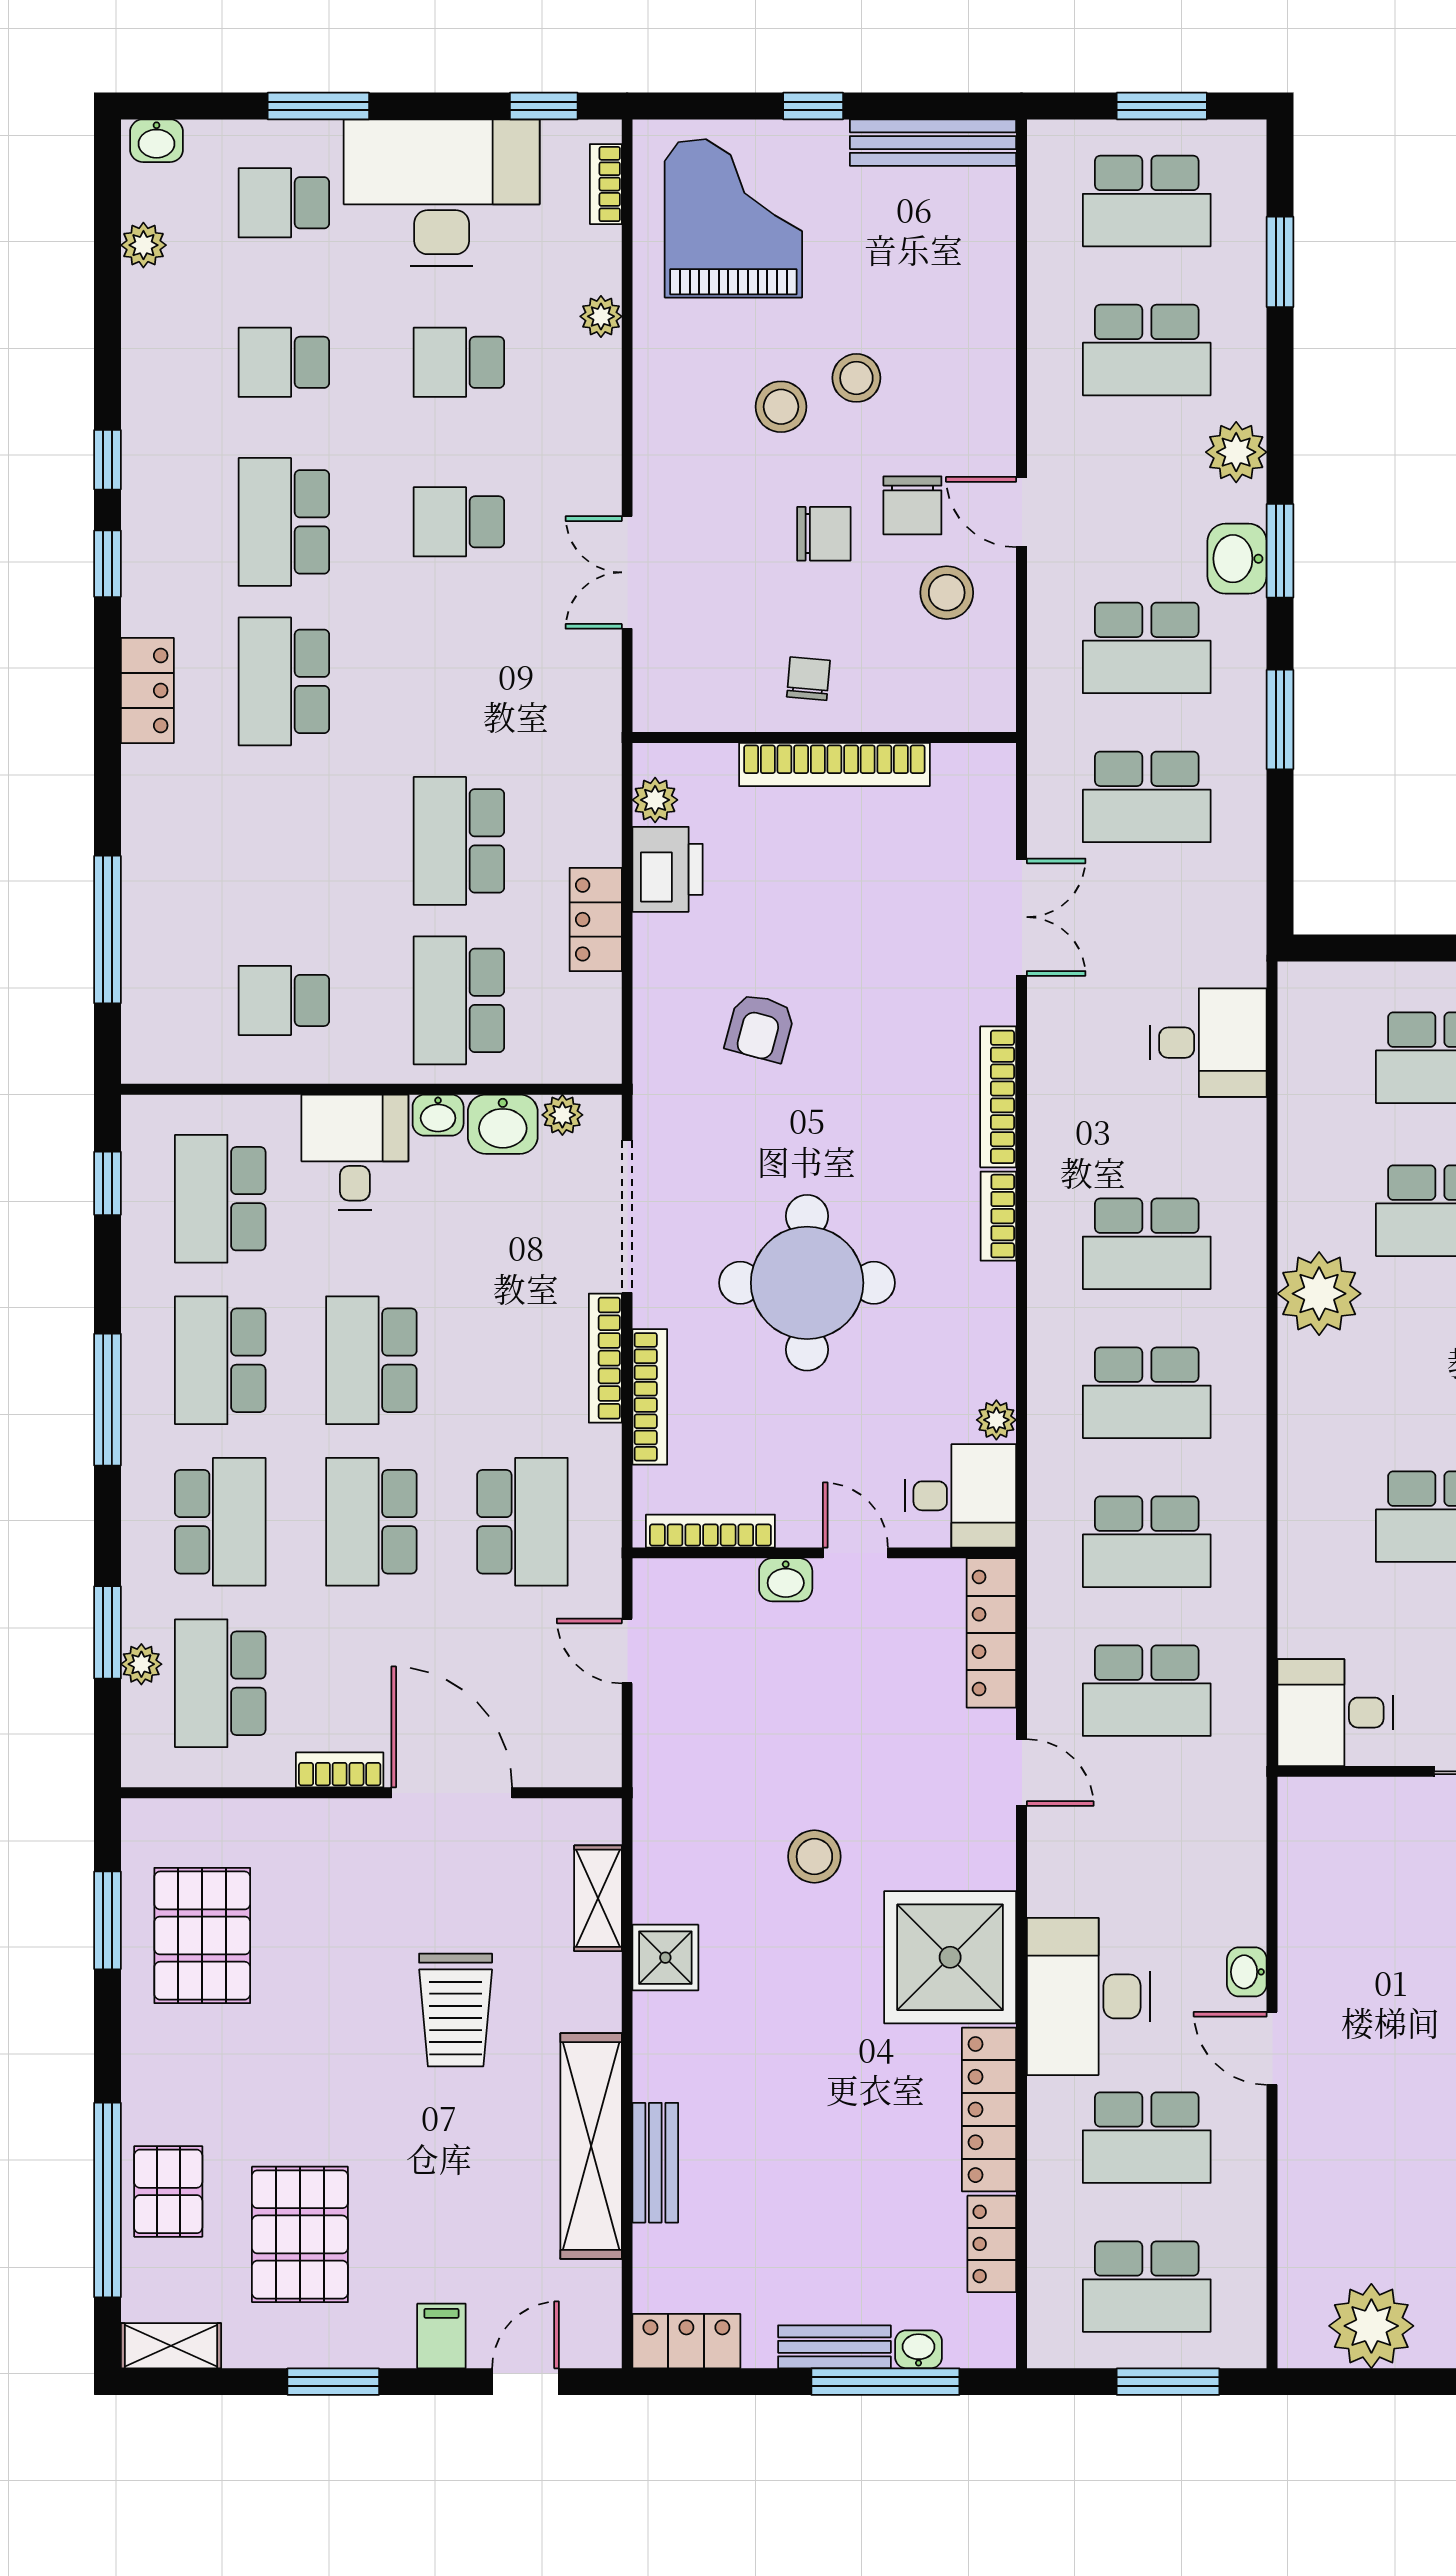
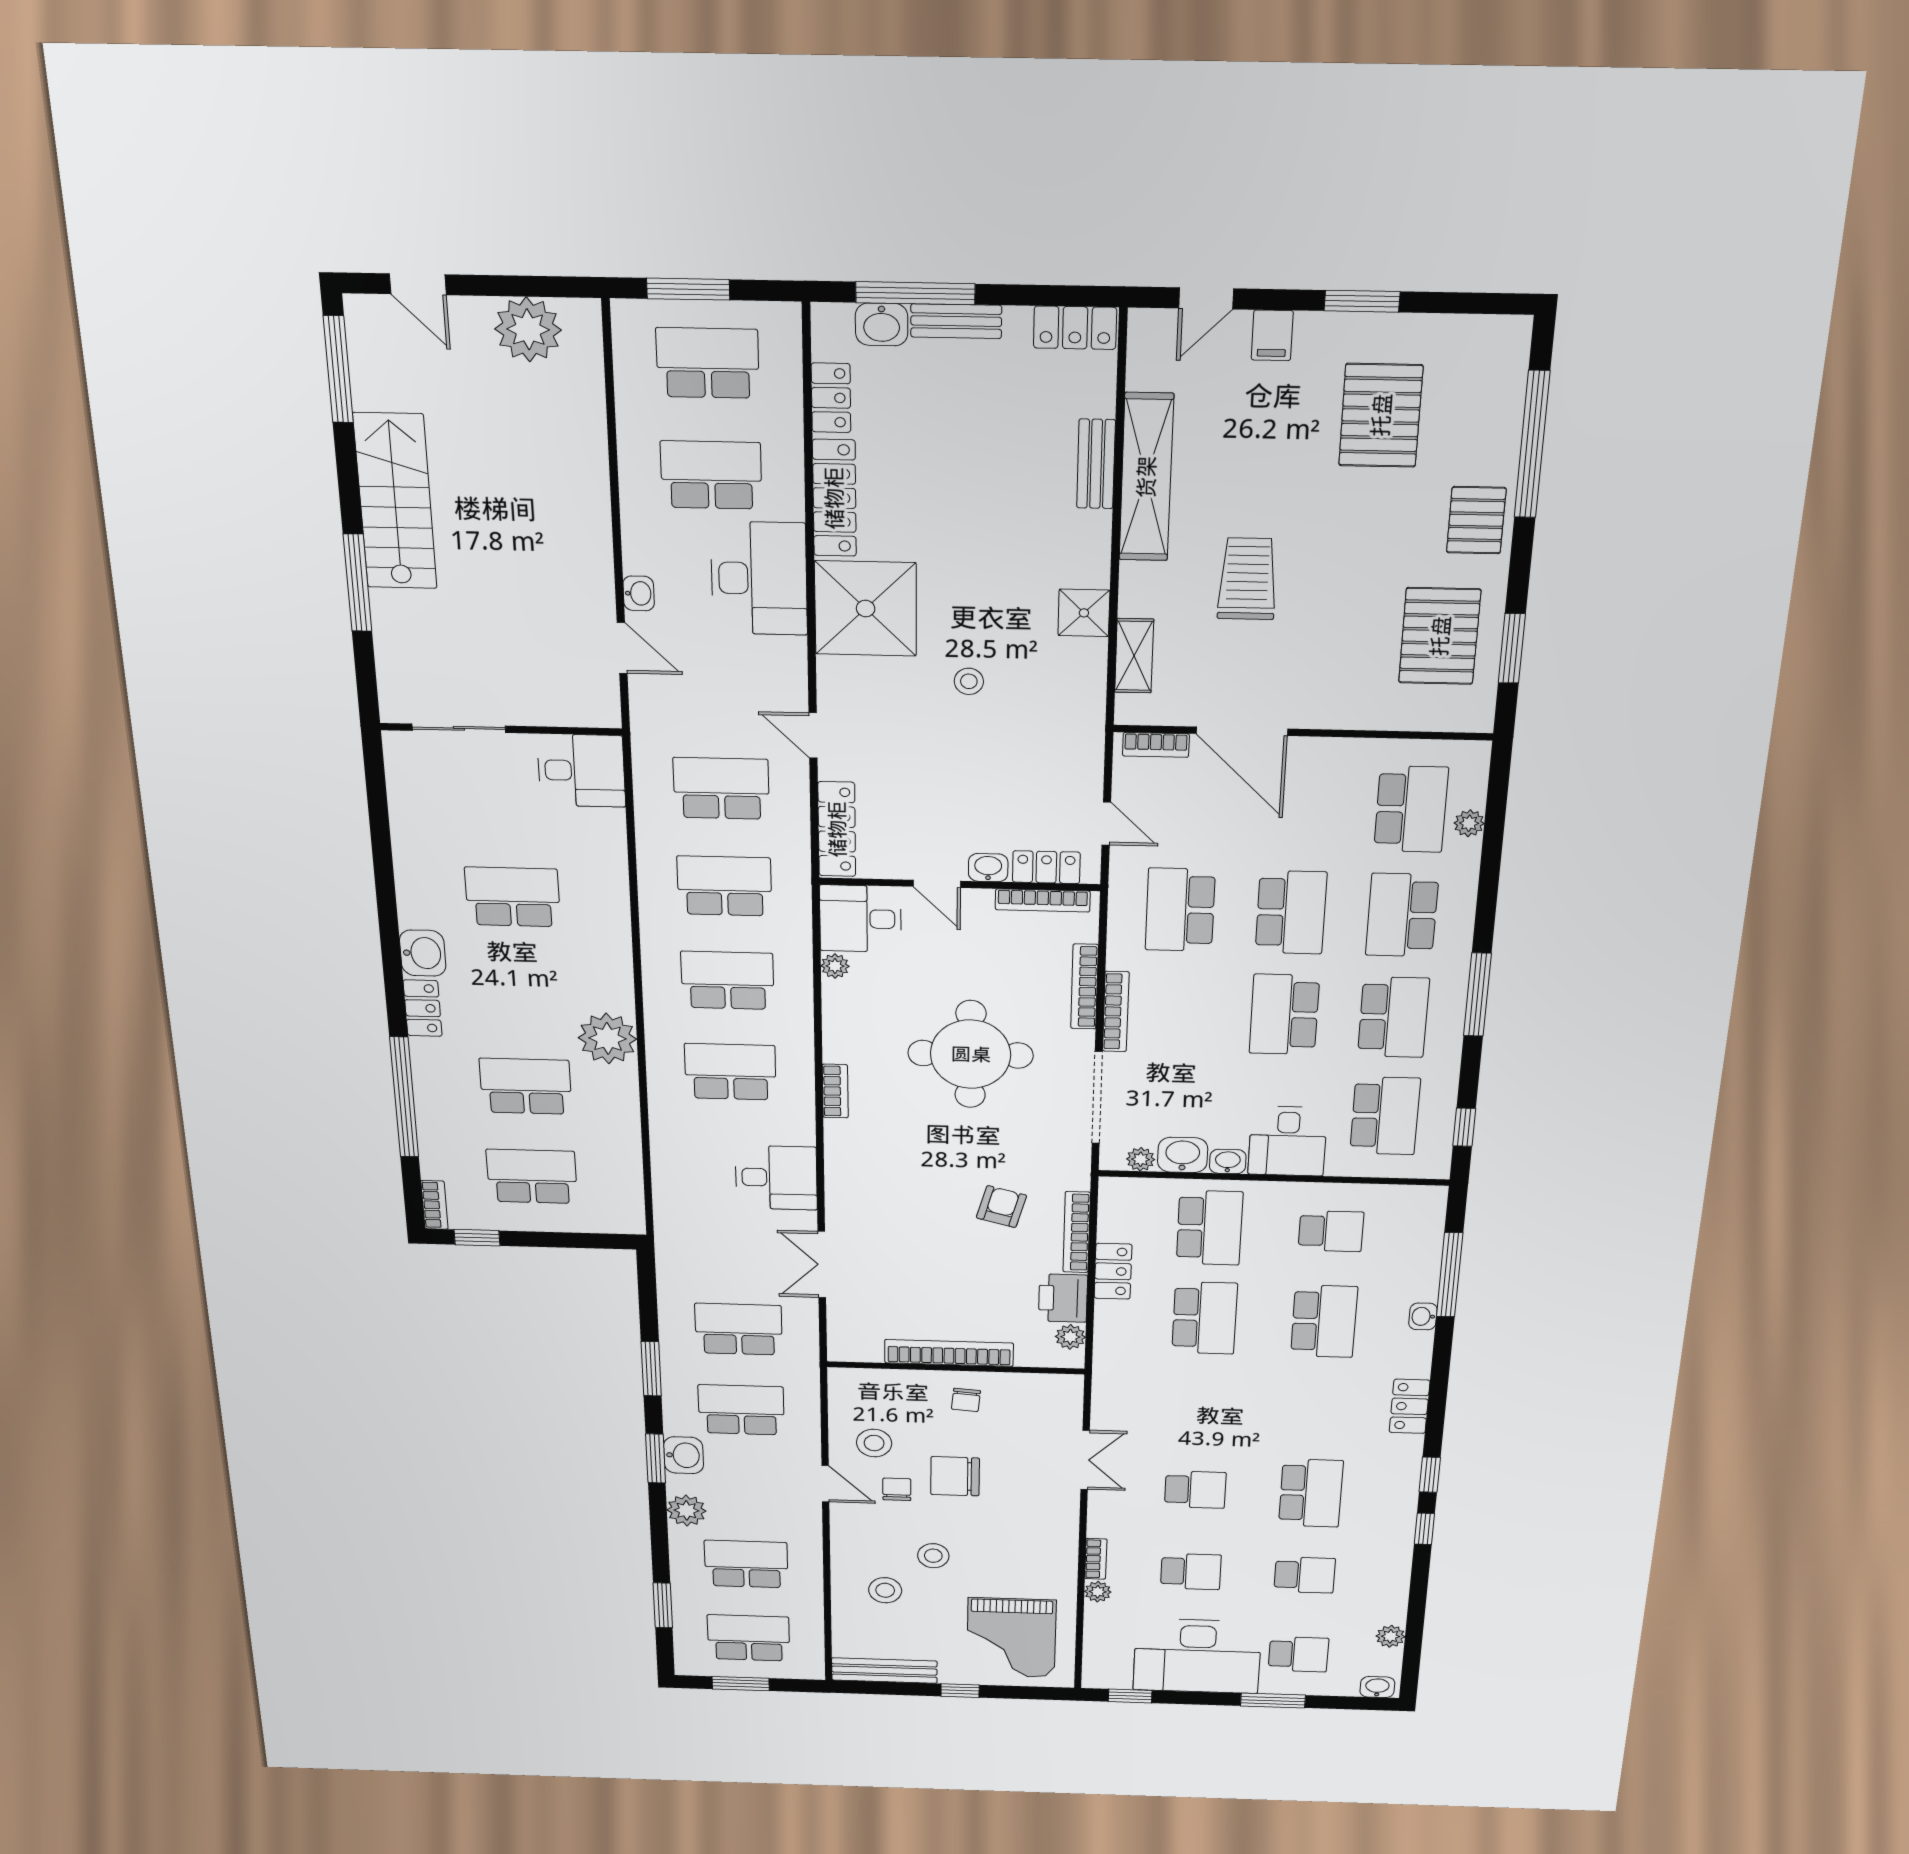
bookcase: (606, 184) -> (1096, 1559), moved
stool: (781, 407) -> (885, 1590), moved
chair: (912, 505) -> (897, 1489), width x0.73, depth x0.73
chair: (824, 534) -> (955, 1476), width x1.37, depth x1.37
school desk: (284, 681) -> (1324, 1321), moved
washbasin: (140, 855) -> (1423, 1316), added
desk: (1208, 1043) -> (776, 1178), moved, turned 180
bookcase: (998, 1097) -> (1077, 1232), moved, turned 180
school desk: (371, 1360) -> (1284, 1014), turned 180
locker: (707, 1583) -> (1046, 867), added
window: (108, 1632) -> (1492, 845), removed
bookcase: (340, 1770) -> (1156, 745), moved
stool: (814, 1857) -> (969, 681), width x0.73, depth x0.73
door: (1272, 2048) -> (622, 648), moved
pallet: (168, 2191) -> (1476, 520), moved
shelving: (171, 2346) -> (1492, 332), removed
washbasin: (919, 2349) -> (882, 324), width x1.38, depth x1.45

